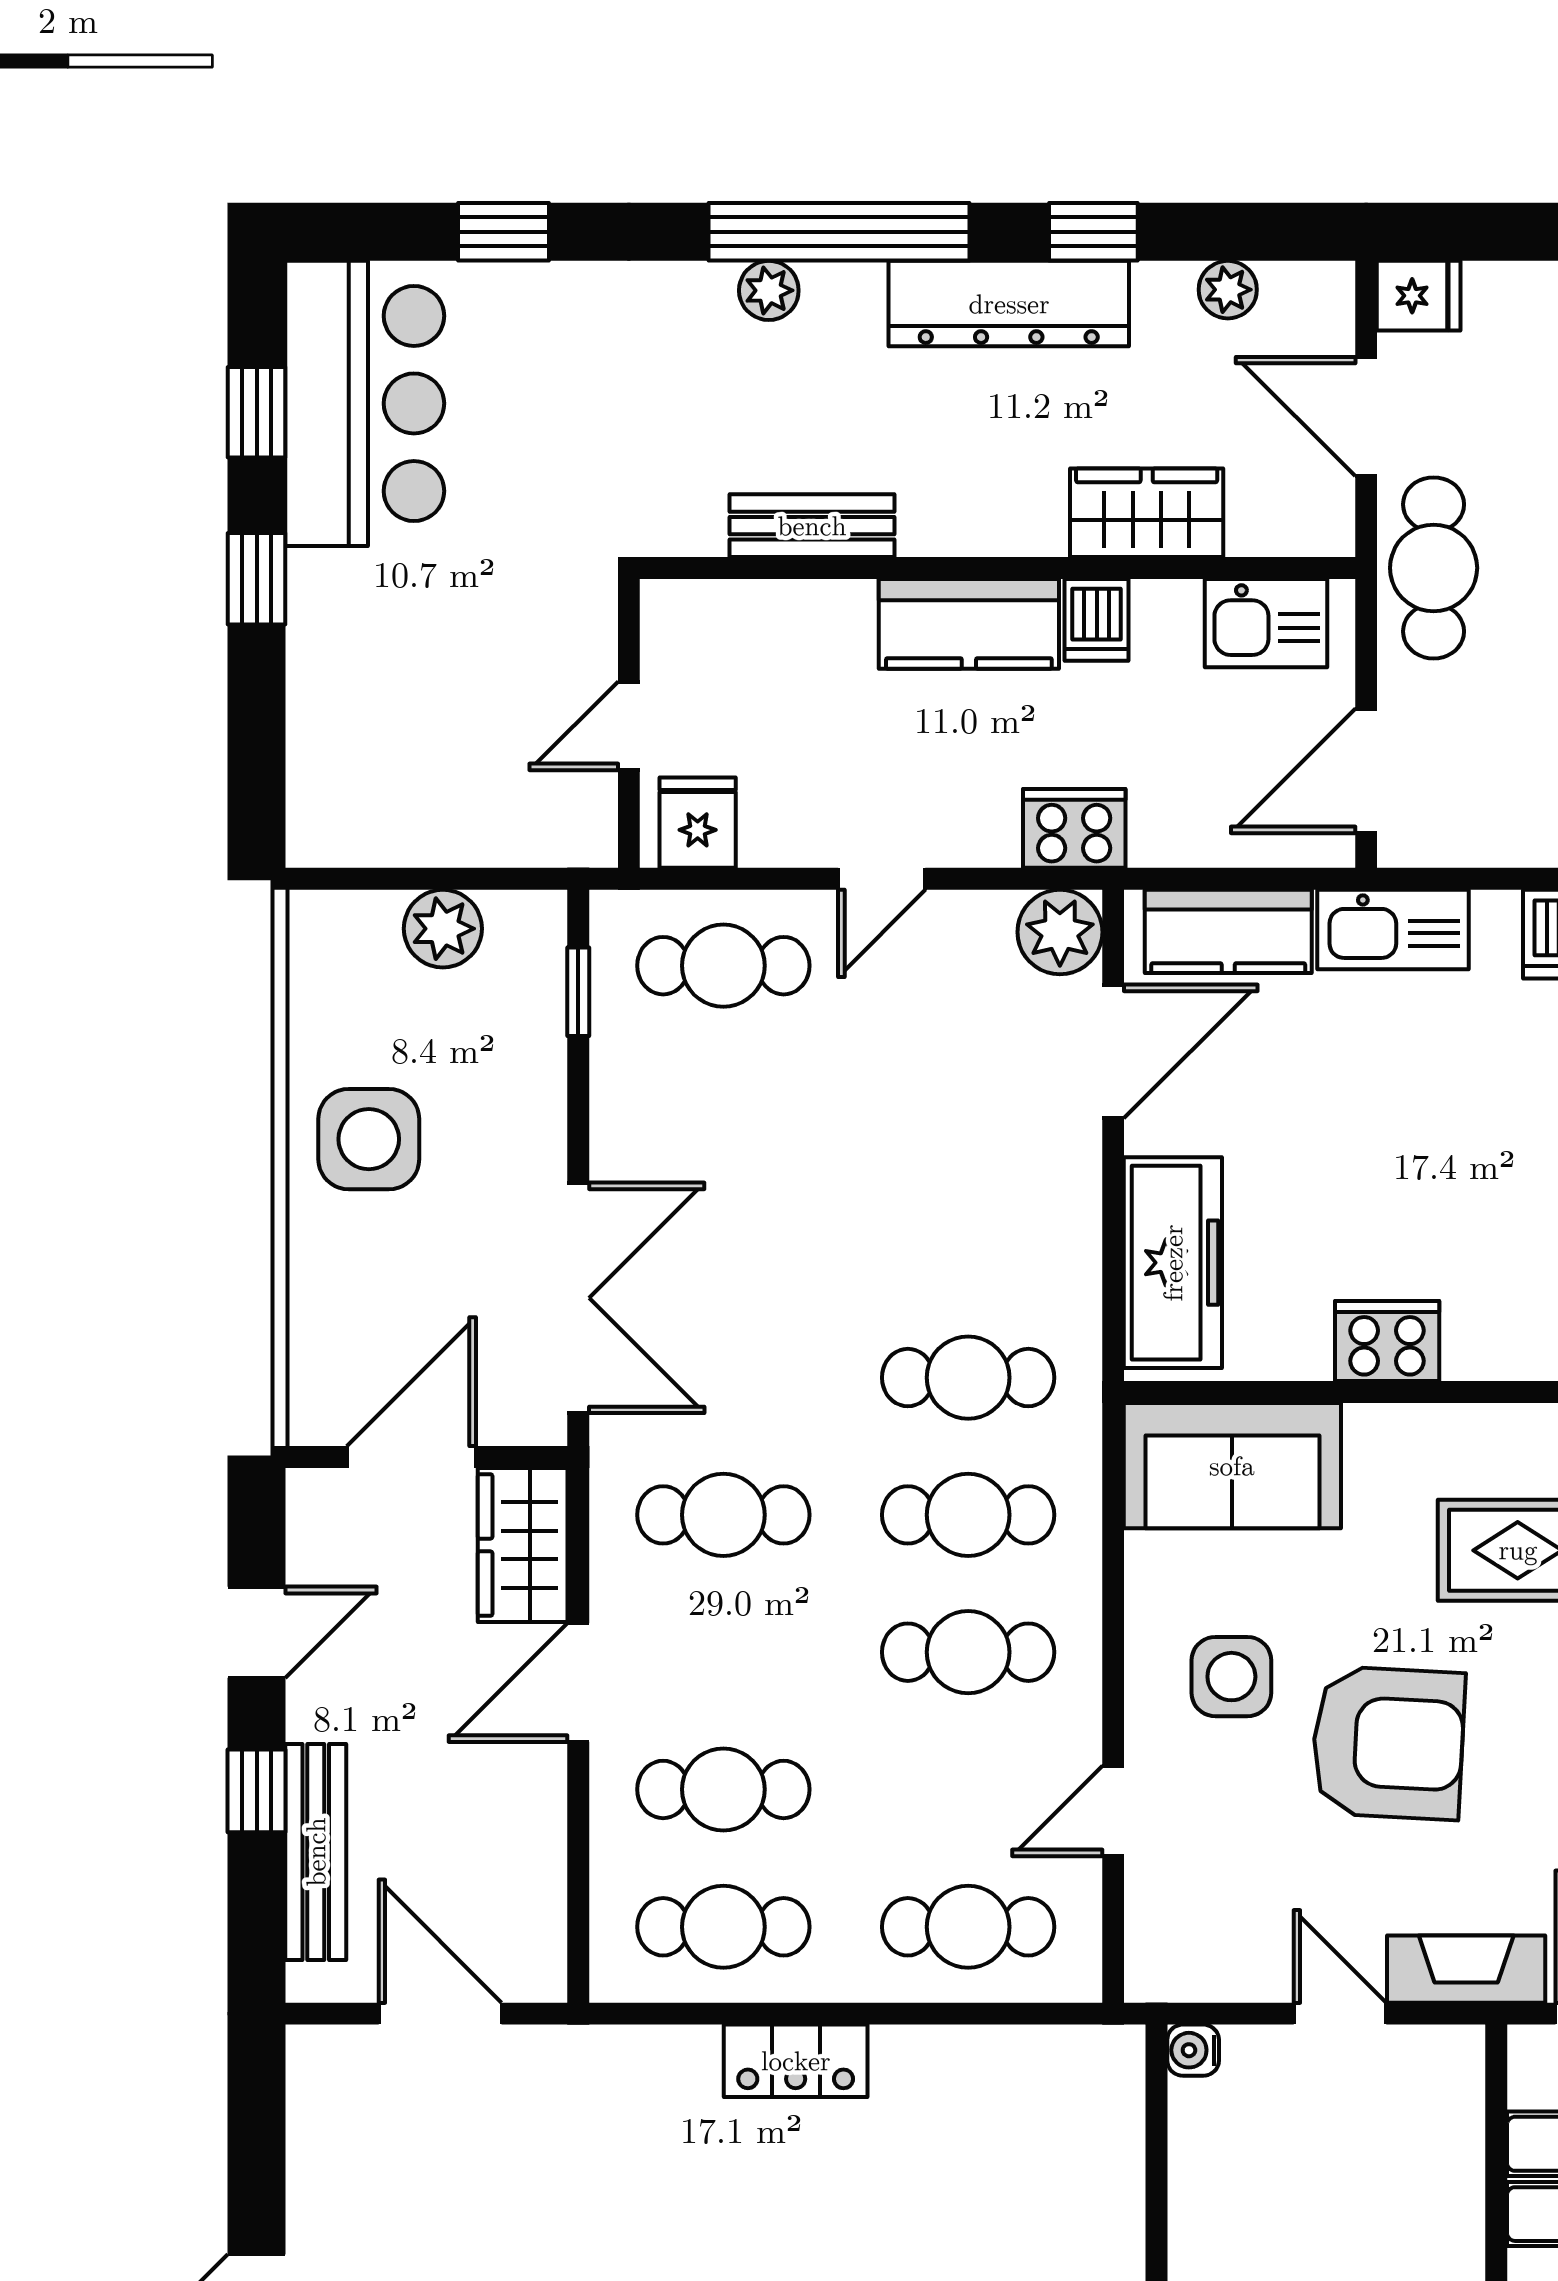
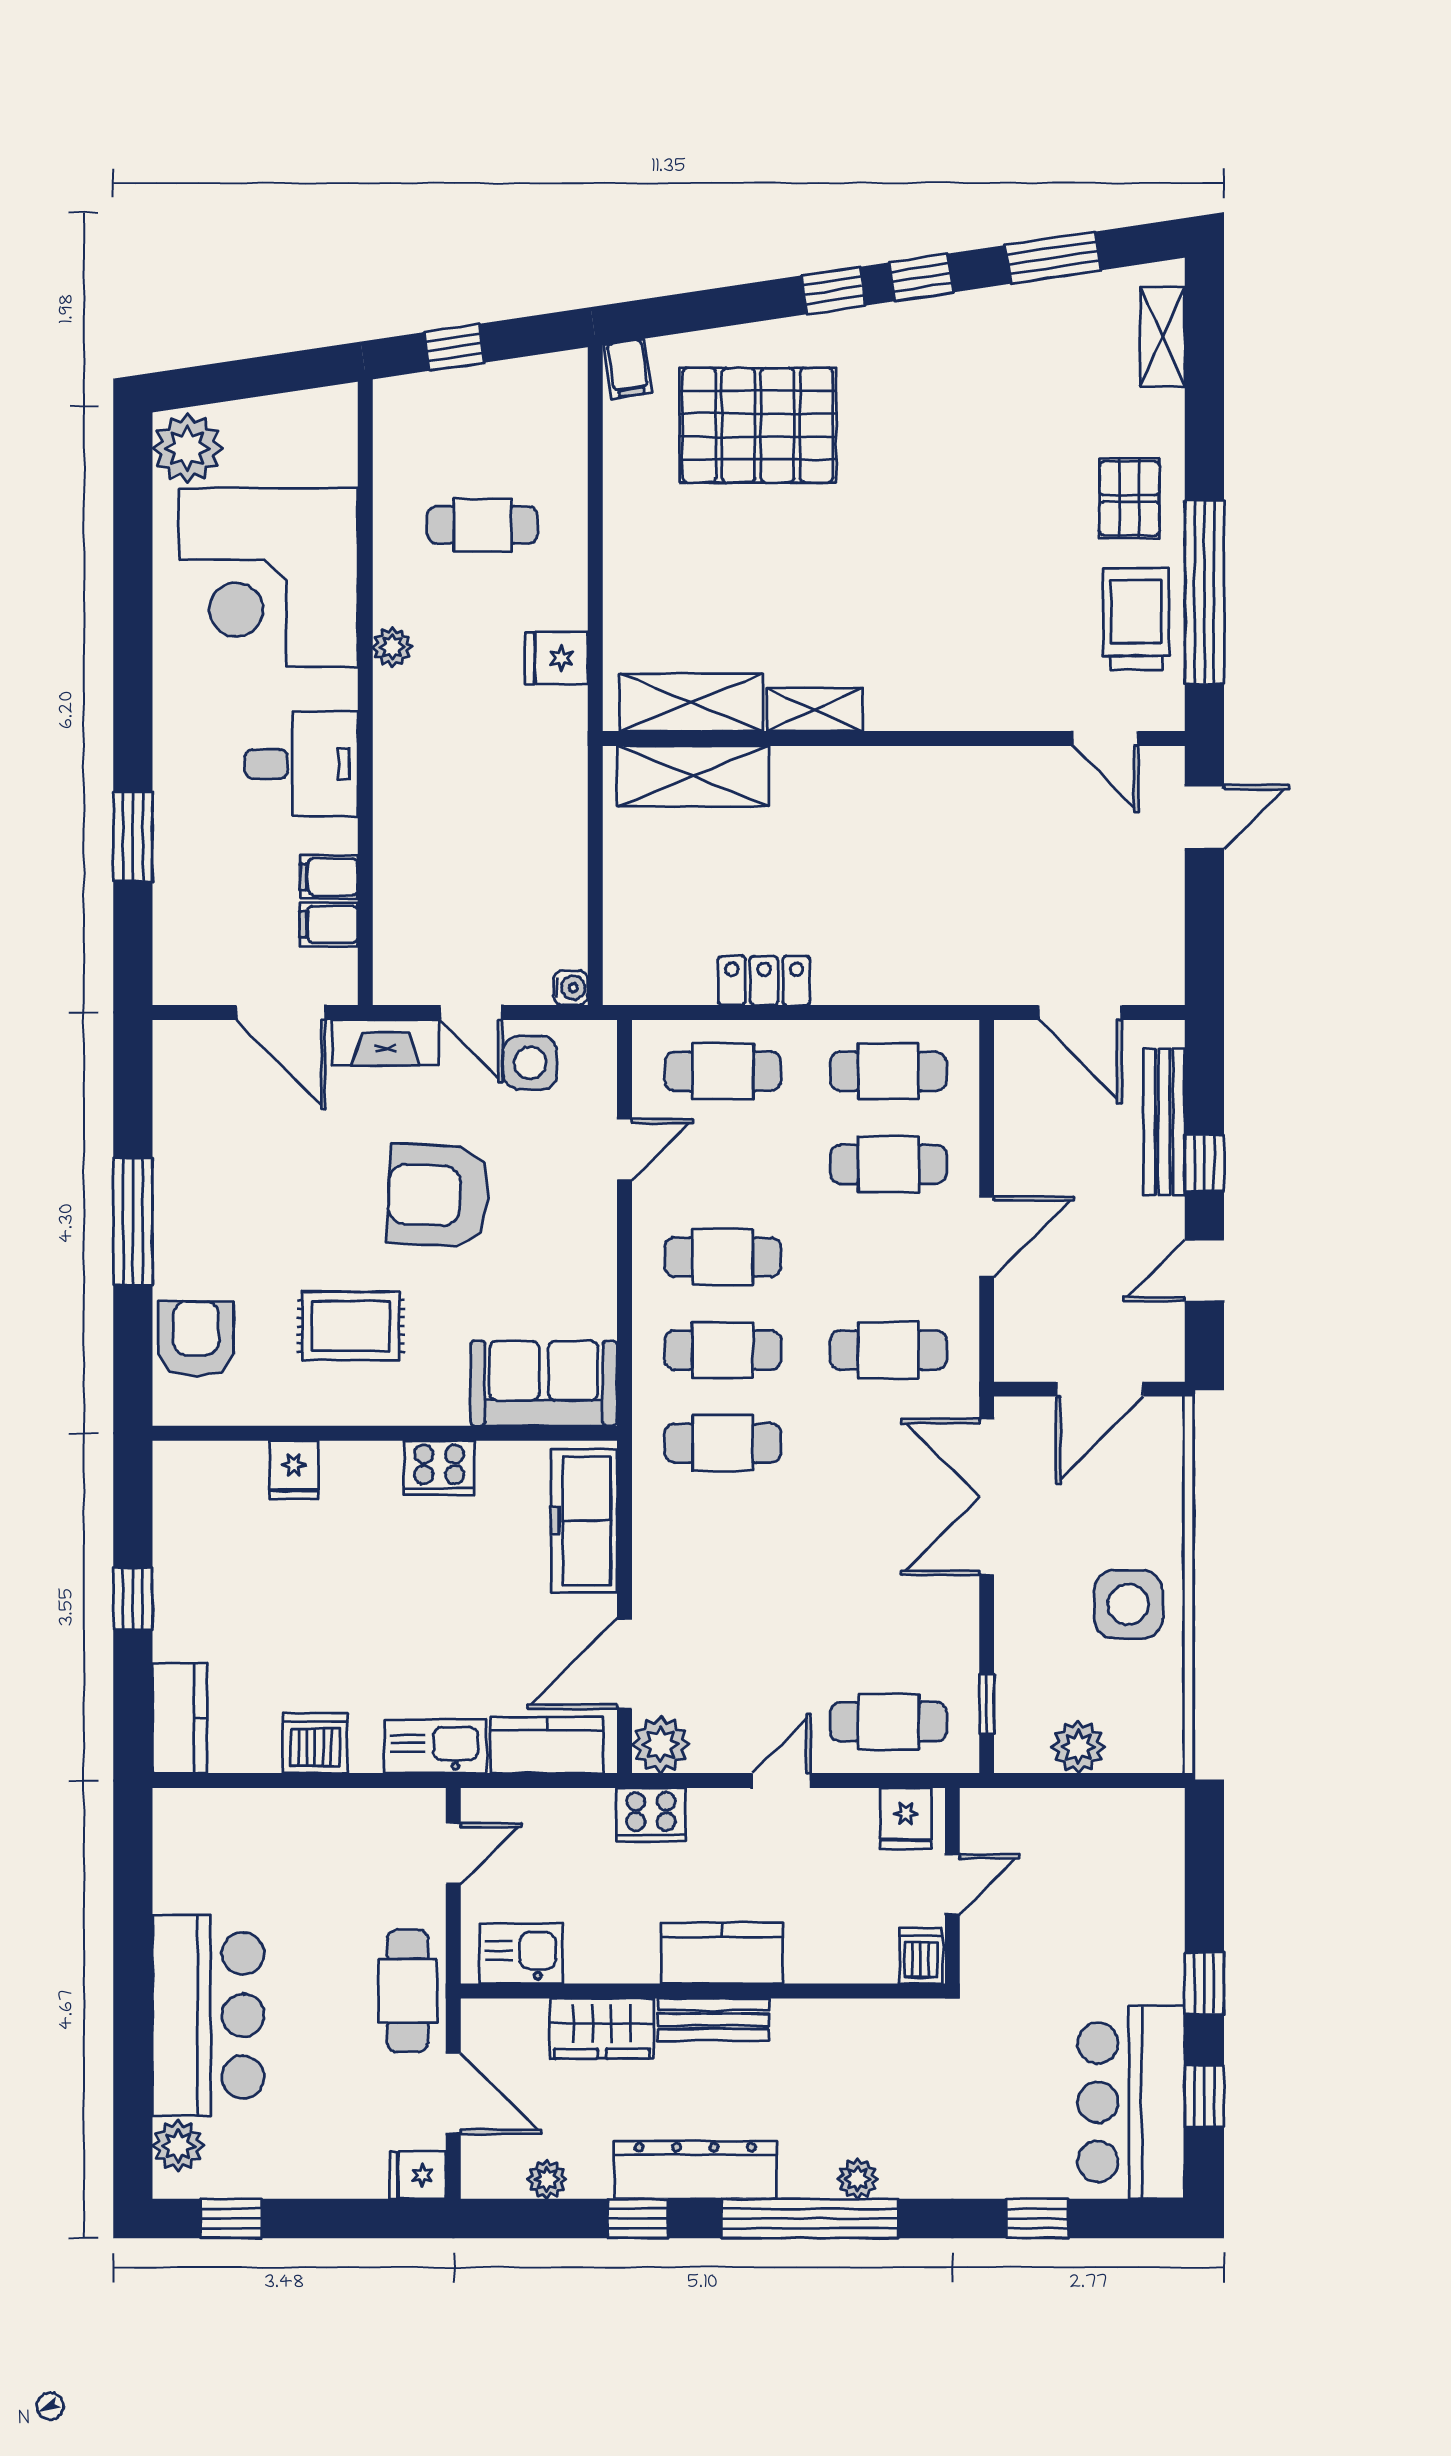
bench: (812, 526) -> (713, 2020), moved
dishwasher: (1097, 620) -> (921, 1956), moved
door: (1366, 771) -> (453, 1854), width x0.73
wardrobe: (523, 1545) -> (1024, 1330), removed
side table: (1231, 1677) -> (530, 1063), moved
locker: (796, 2061) -> (764, 981), moved

